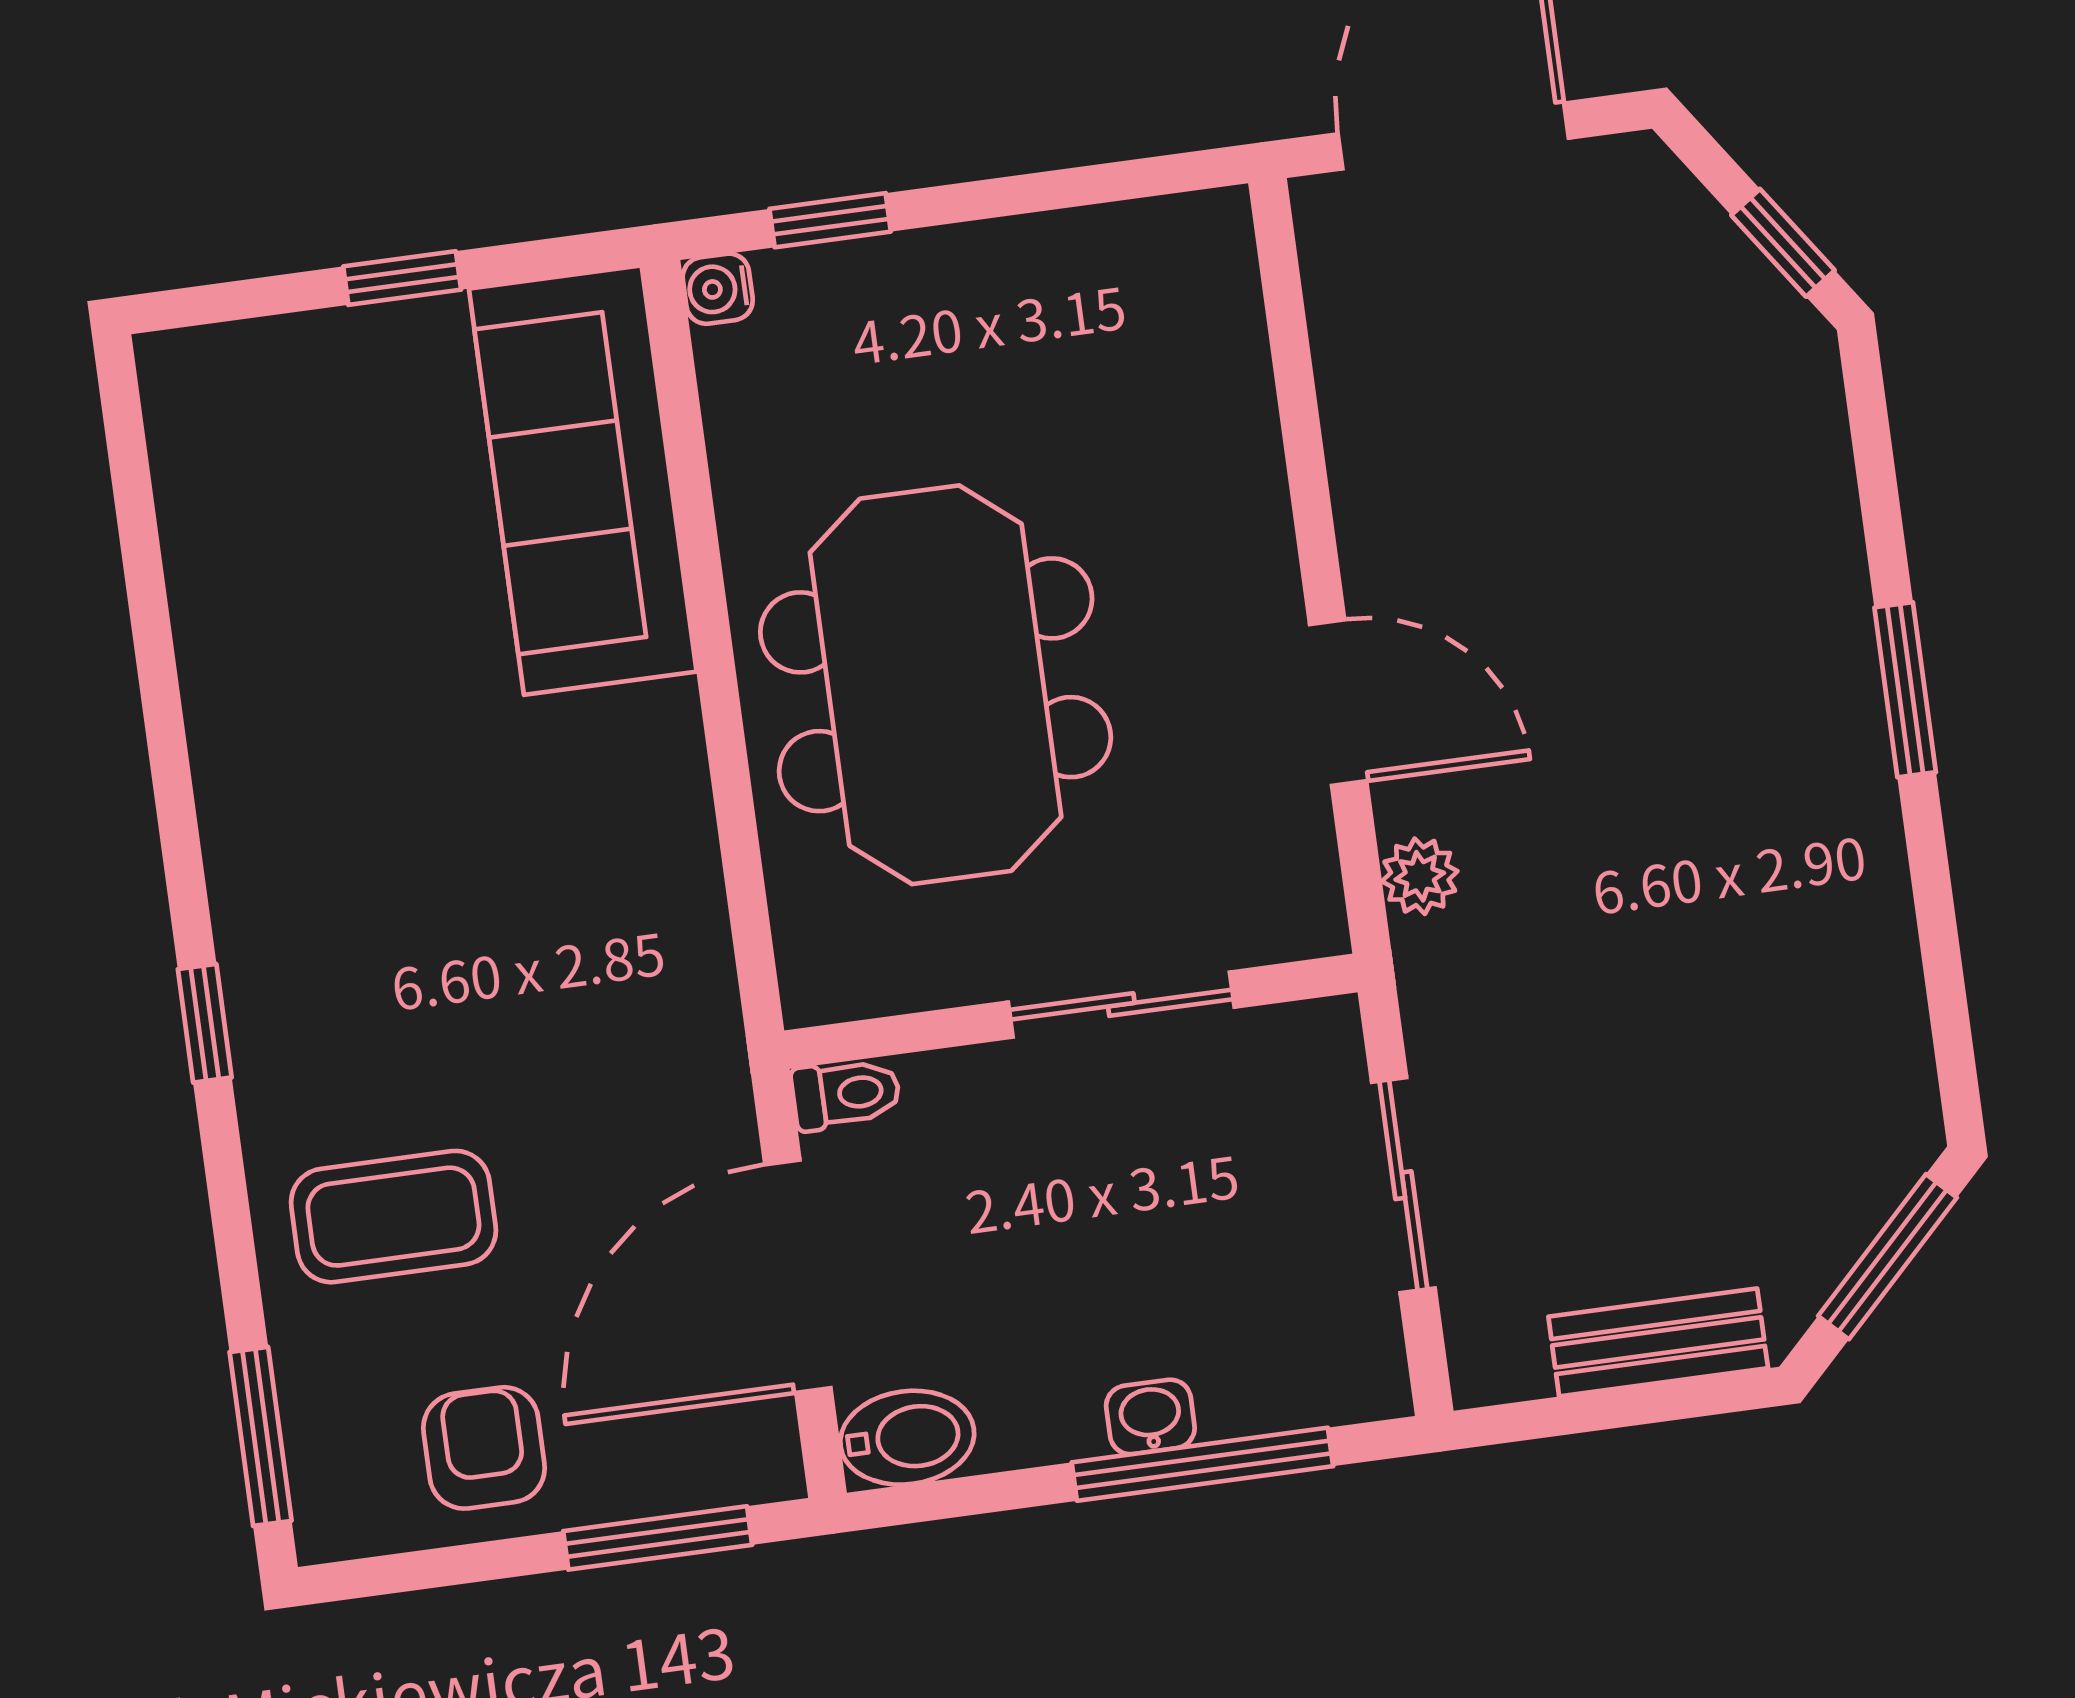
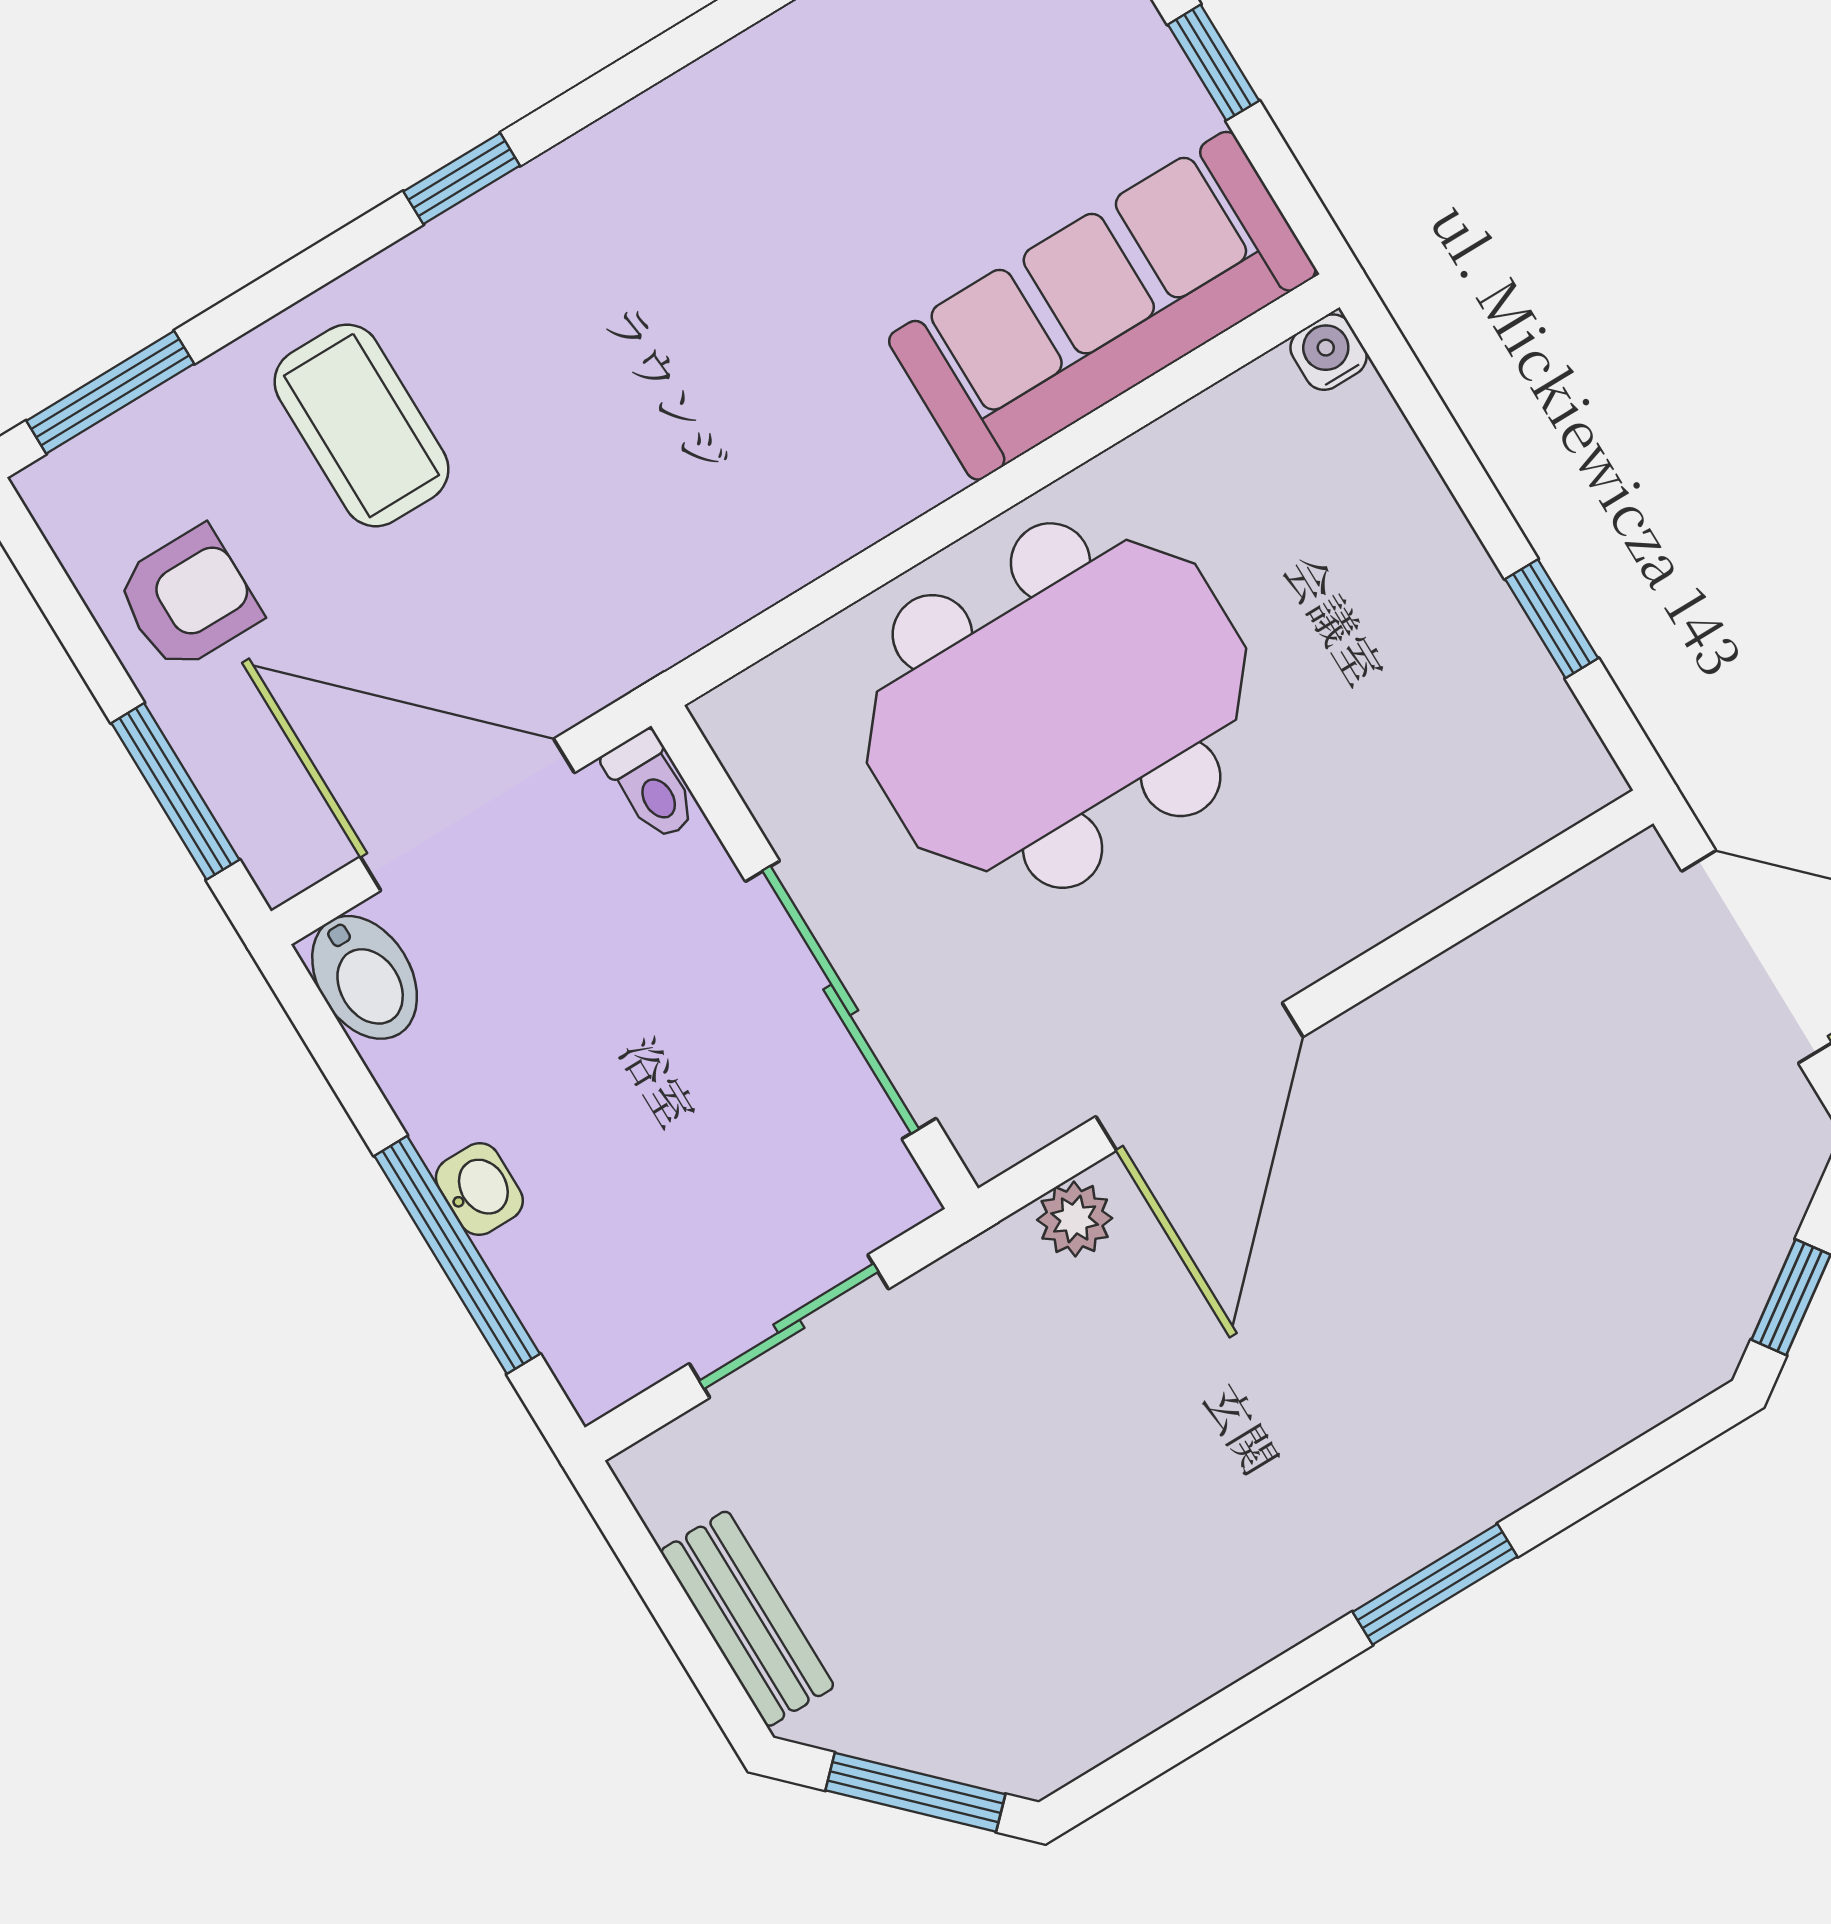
window: (830, 220) -> (1552, 619), moved
door: (1338, 703) -> (1199, 1077), width x1.36
sliding door: (1121, 1005) -> (841, 1000), width x1.37

